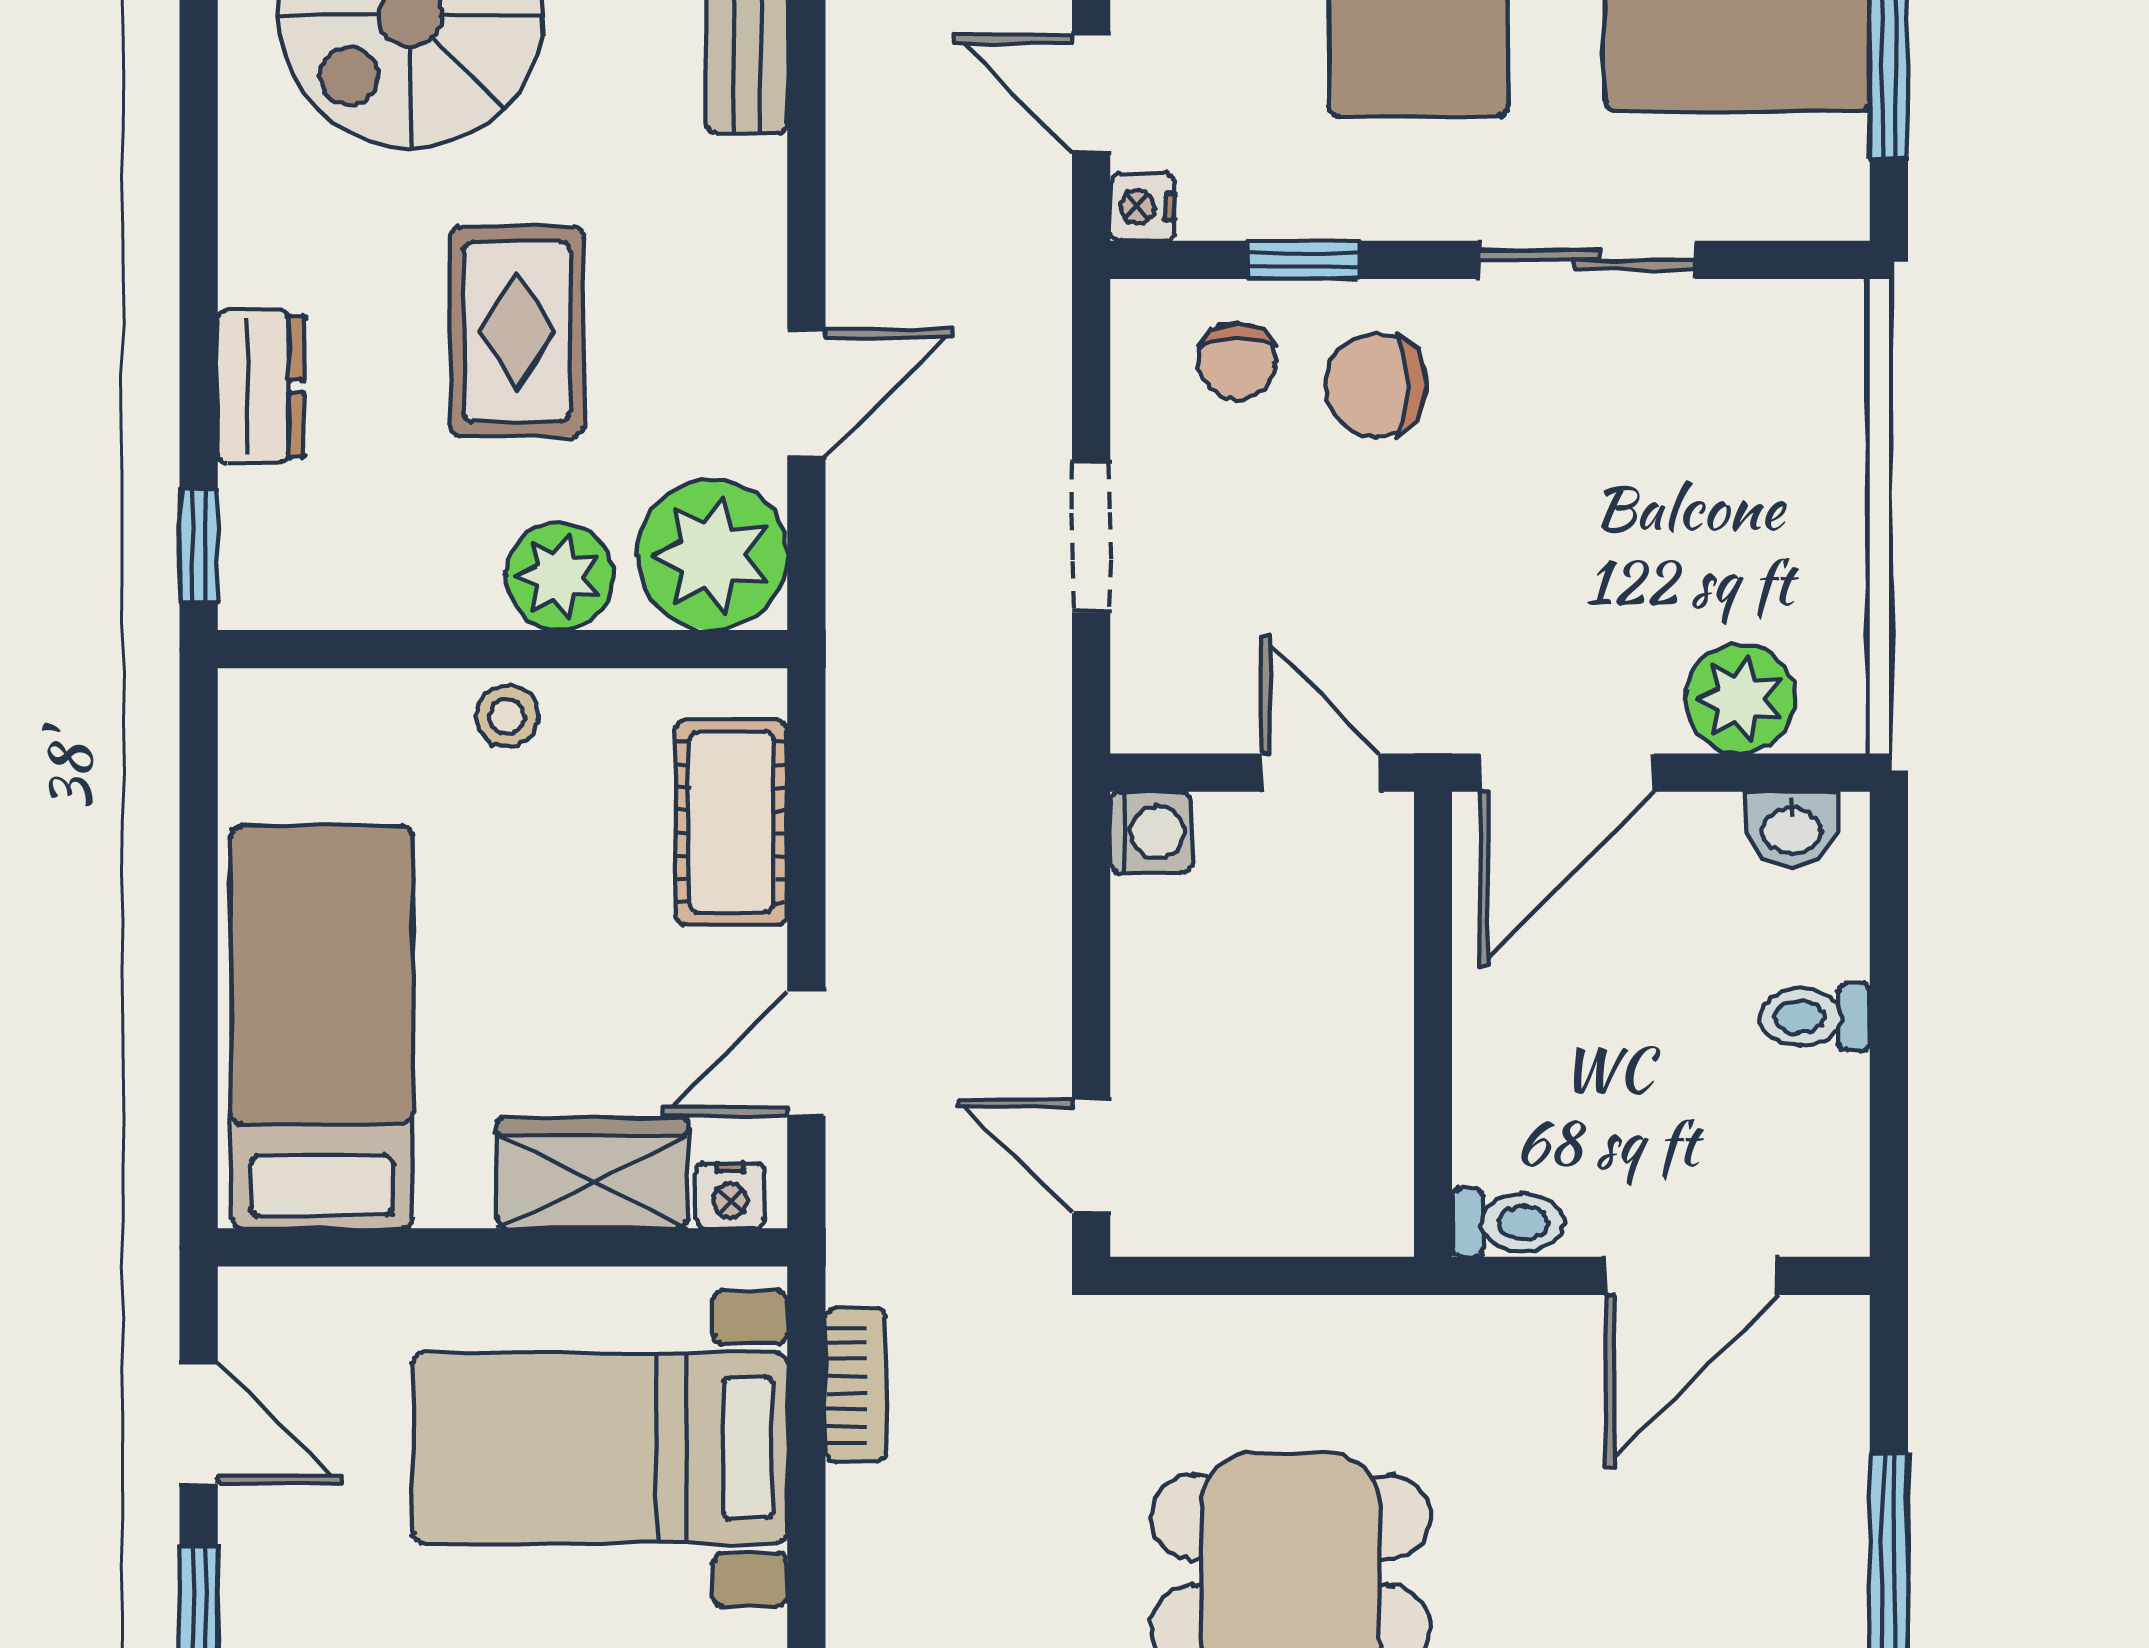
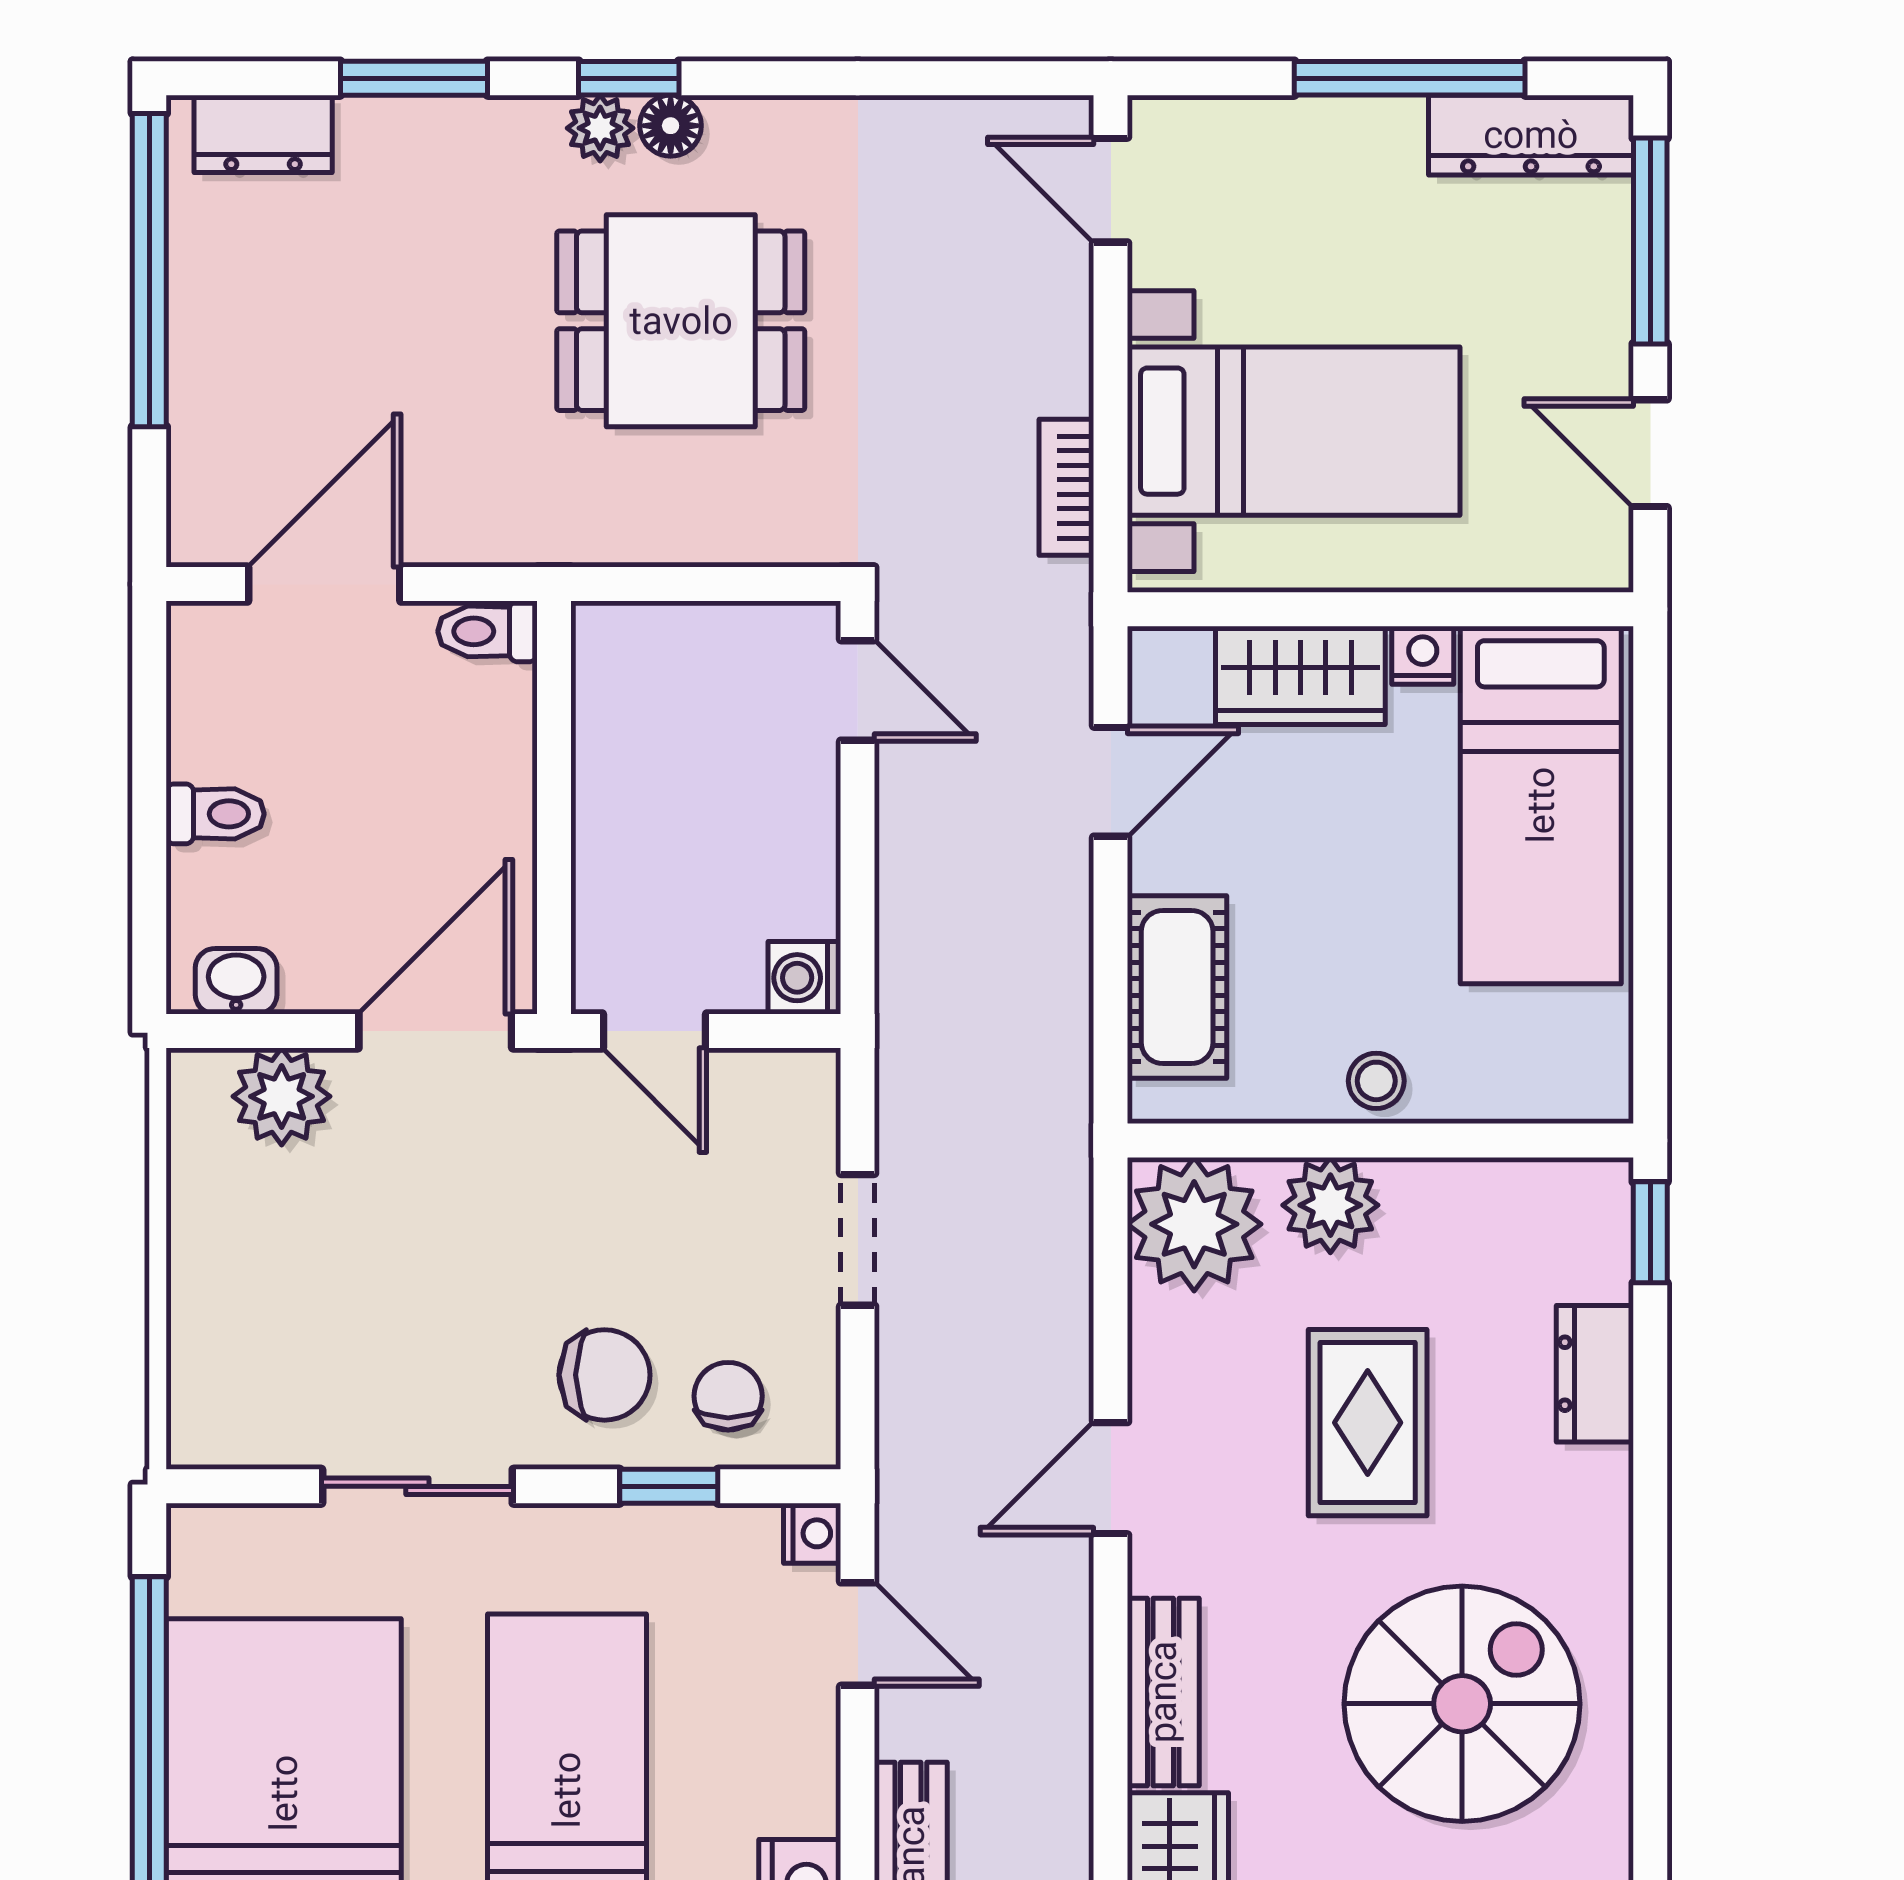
door: (806, 393) -> (1111, 1478), moved
nightstand: (730, 1196) -> (1423, 655), moved

